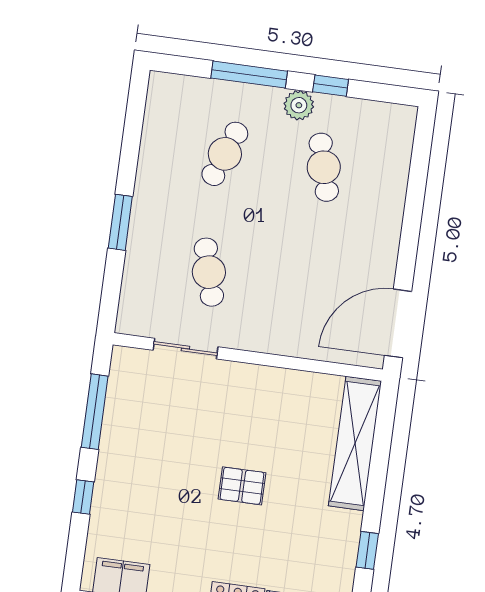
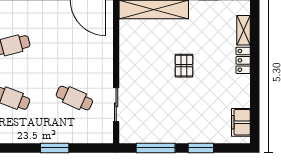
cafe table: (209, 272) -> (74, 98), turned 39
window: (83, 497) -> (201, 148), width x1.50

